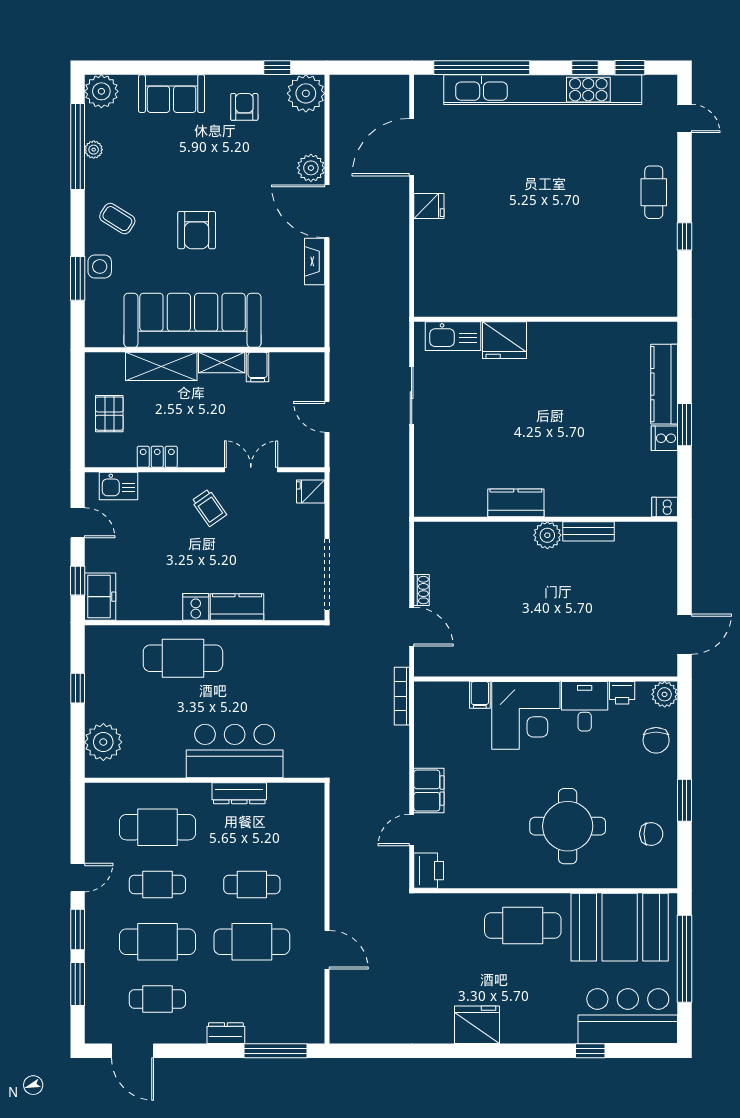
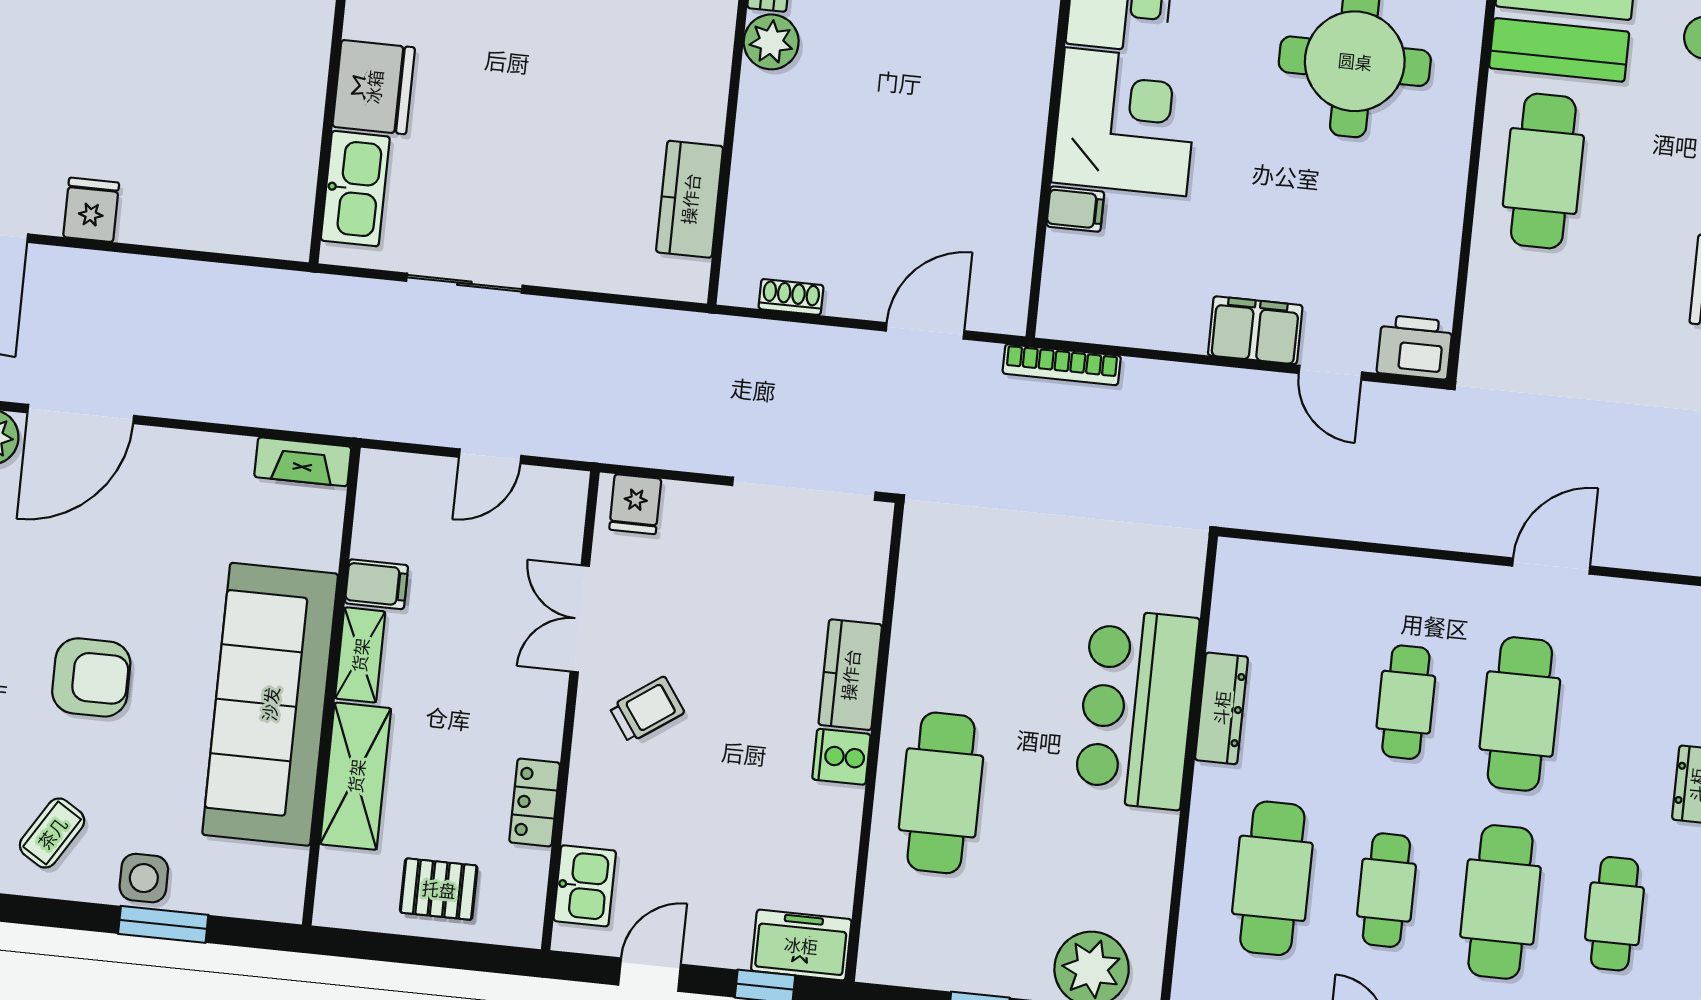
fireplace: (315, 261) -> (303, 462), moved
kitchen counter: (516, 503) -> (690, 199), moved
shoe rack: (422, 590) -> (791, 297), moved

